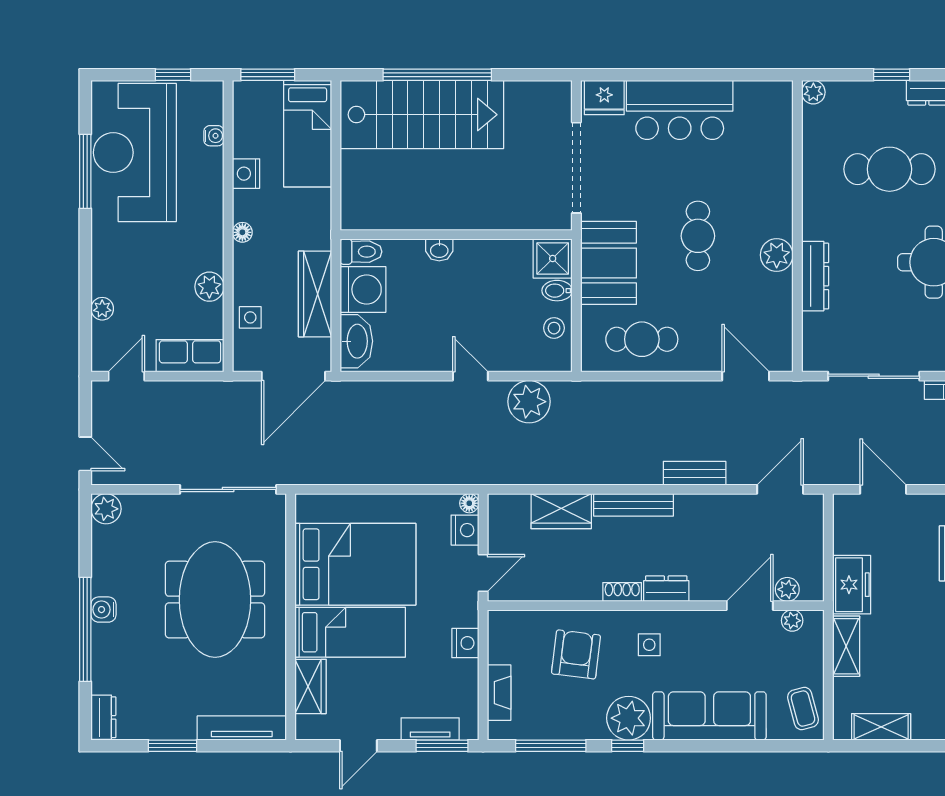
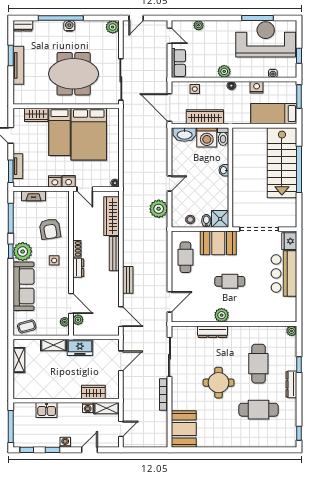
plant: (209, 287) -> (224, 71), moved
wardrobe: (561, 511) -> (112, 216), width x1.50
nightstand: (465, 530) -> (69, 181), moved
armchair: (576, 654) -> (50, 229), turned 74
tv unit: (242, 728) -> (18, 65), moved

